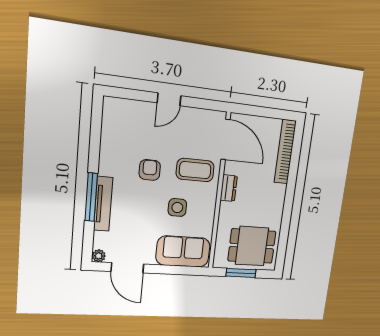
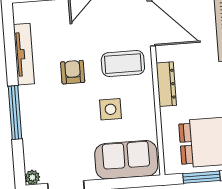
dresser: (229, 188) -> (166, 84), width x1.44
tv unit: (103, 204) -> (24, 54), moved

